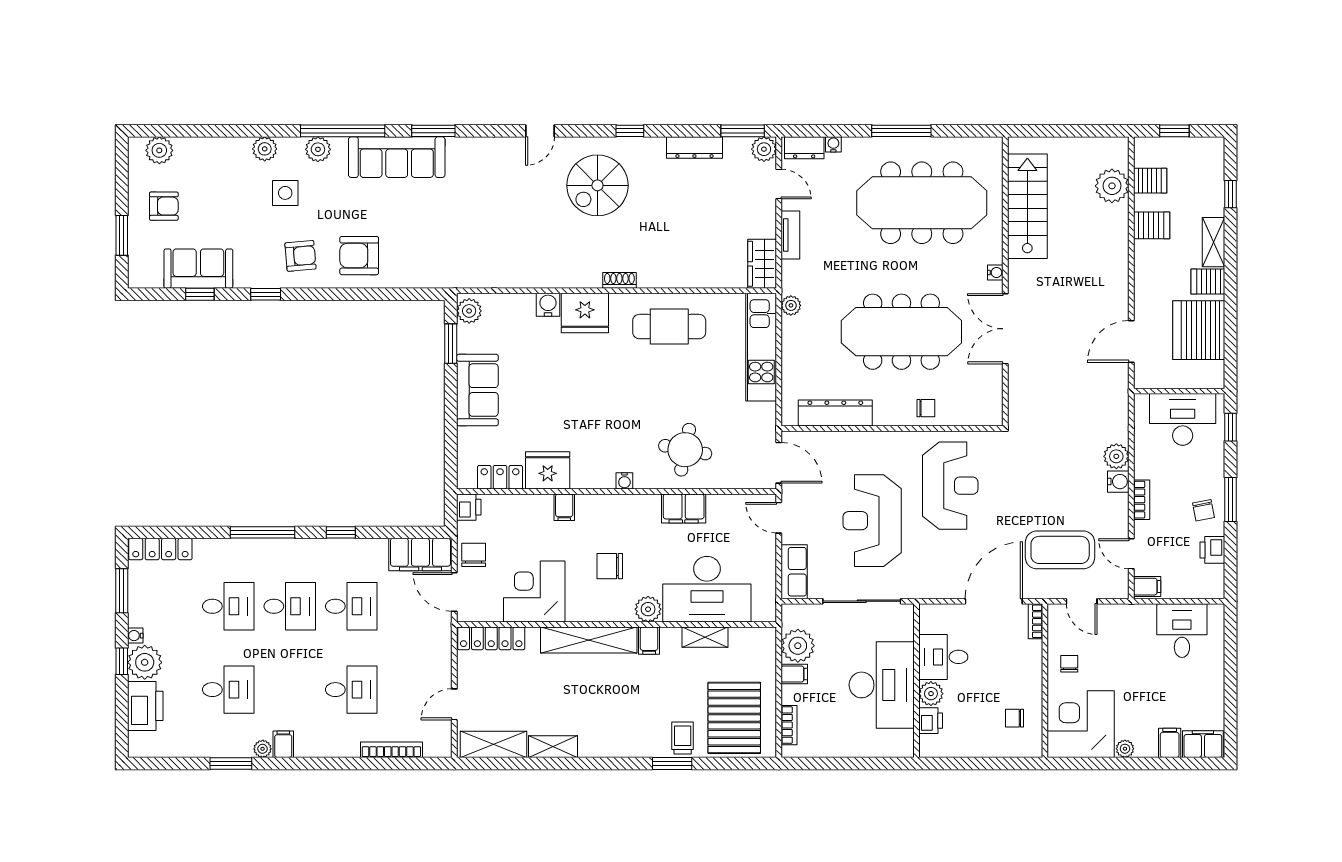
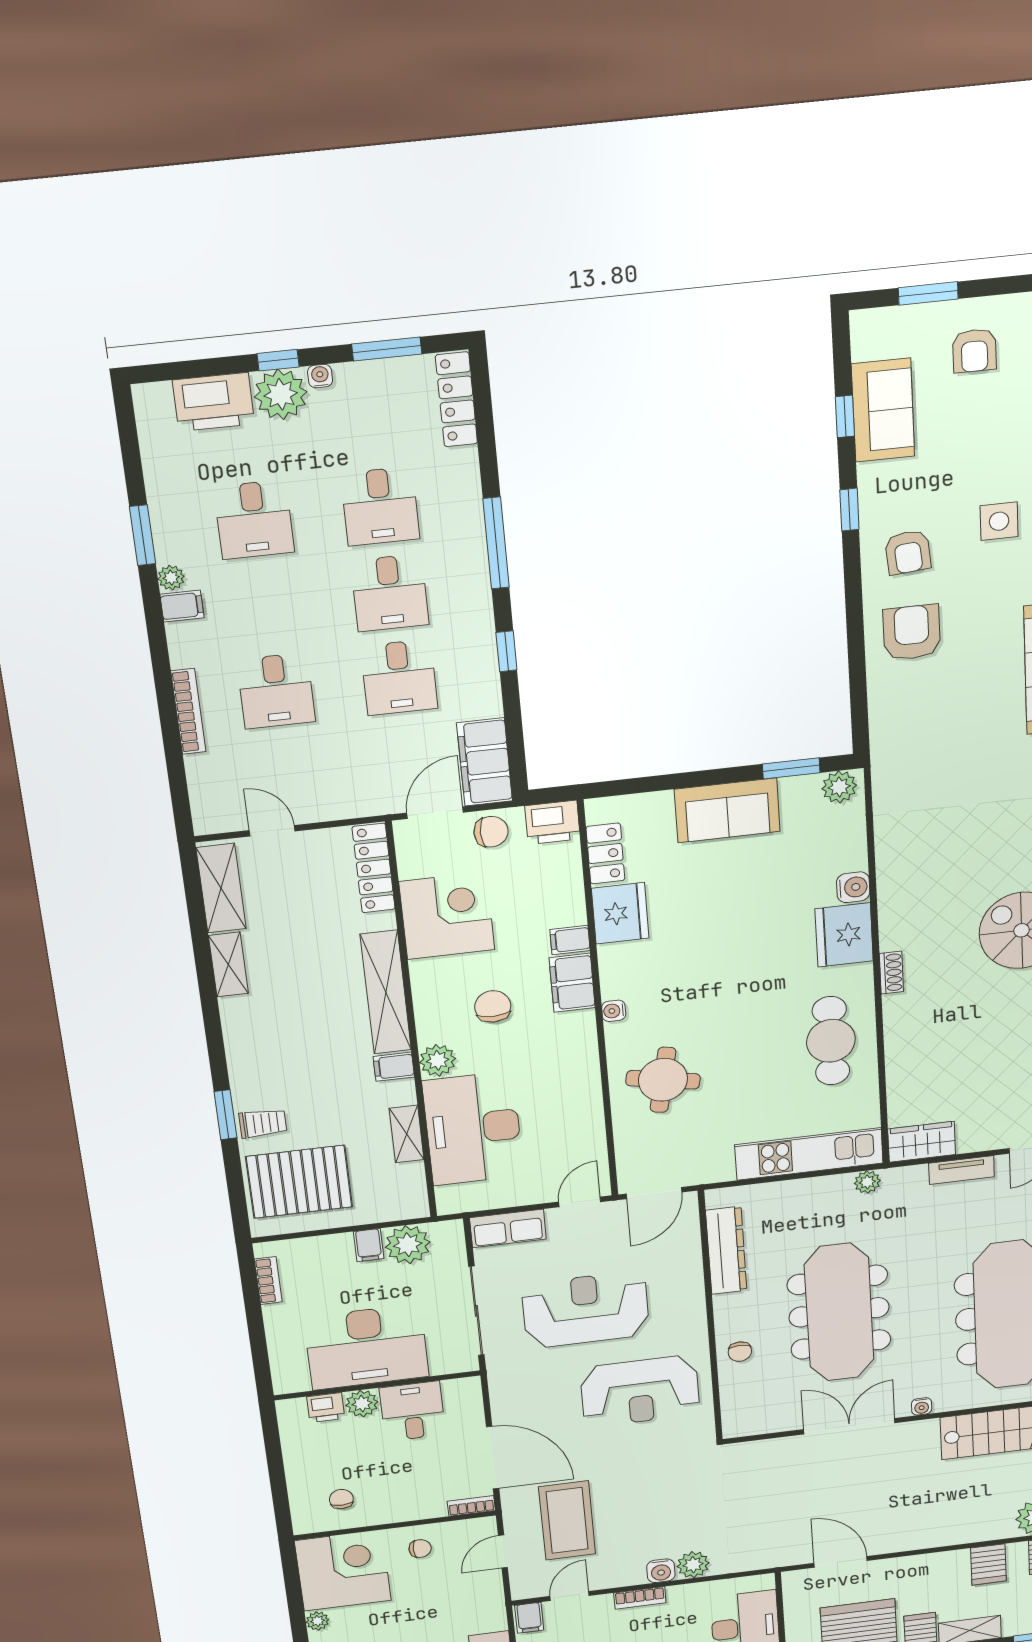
printer: (469, 507) -> (553, 822), width x1.36, depth x1.24
filing cabinet: (684, 508) -> (572, 983), moved
bookcase: (789, 725) -> (268, 1281), moved, turned -90
bookcase: (391, 750) -> (188, 711), moved

